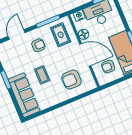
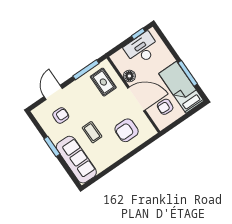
nightstand: (79, 16) -> (120, 56), removed
armchair: (38, 45) -> (61, 116), moved

